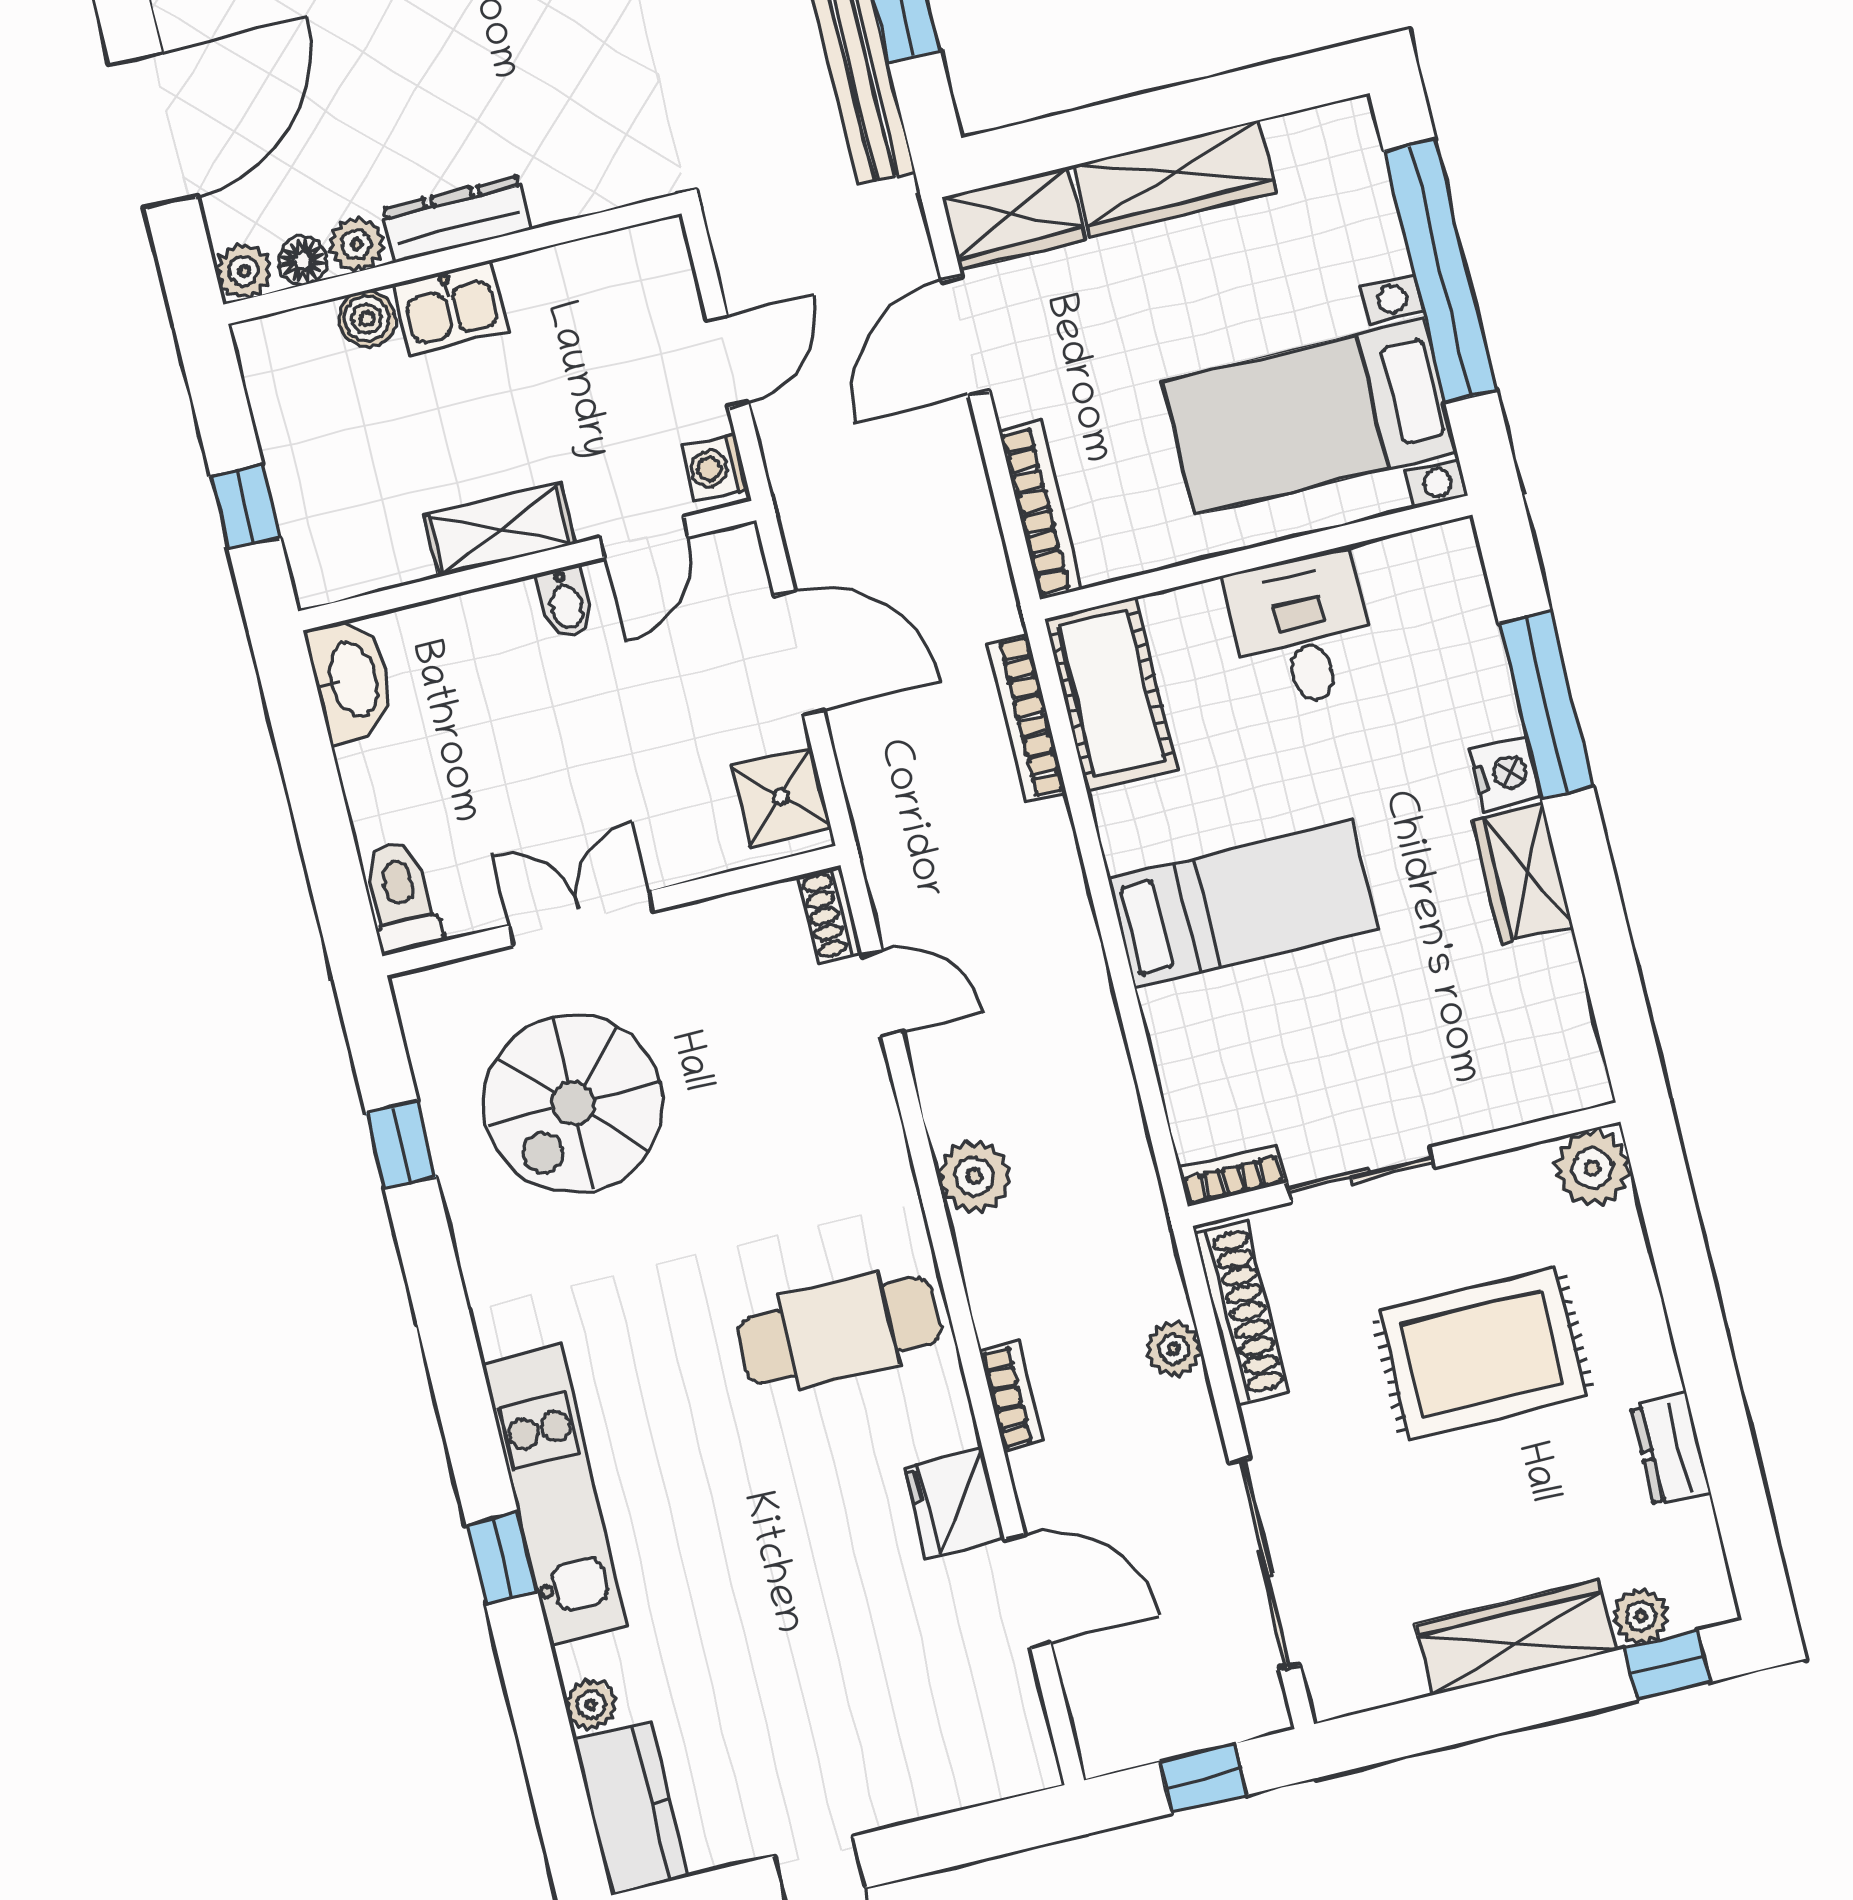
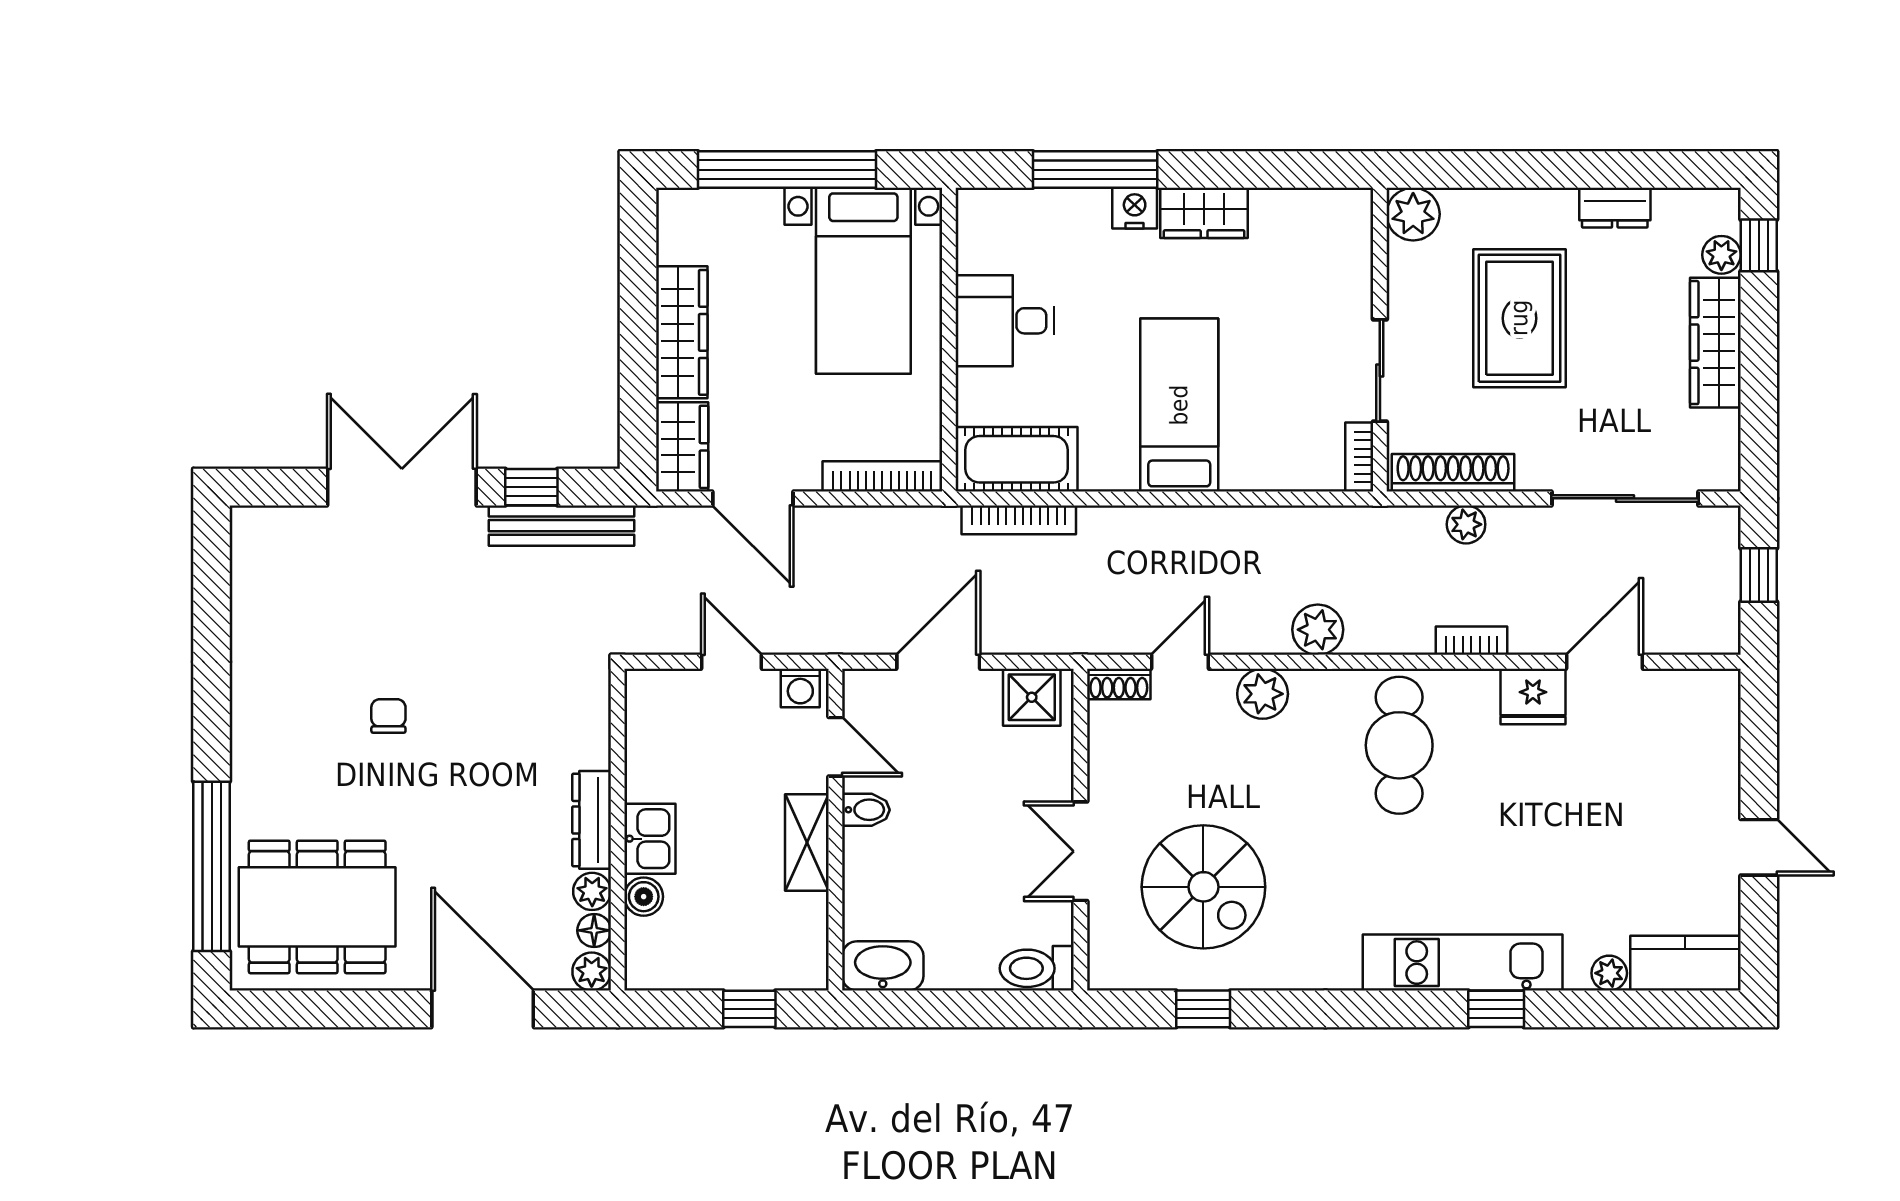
plant: (865, 1121) -> (1263, 694), added

